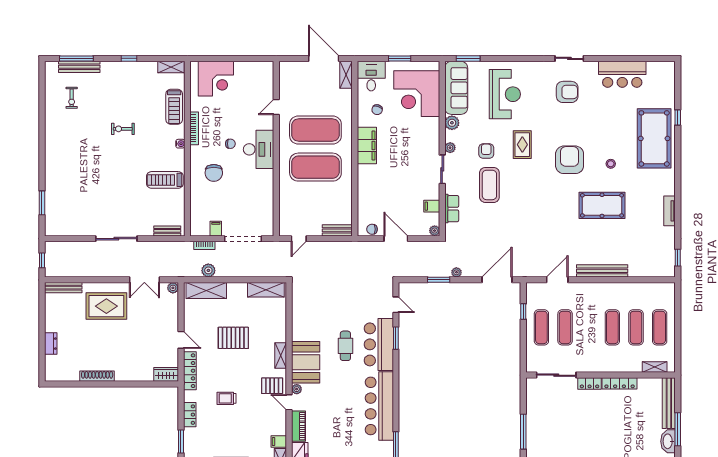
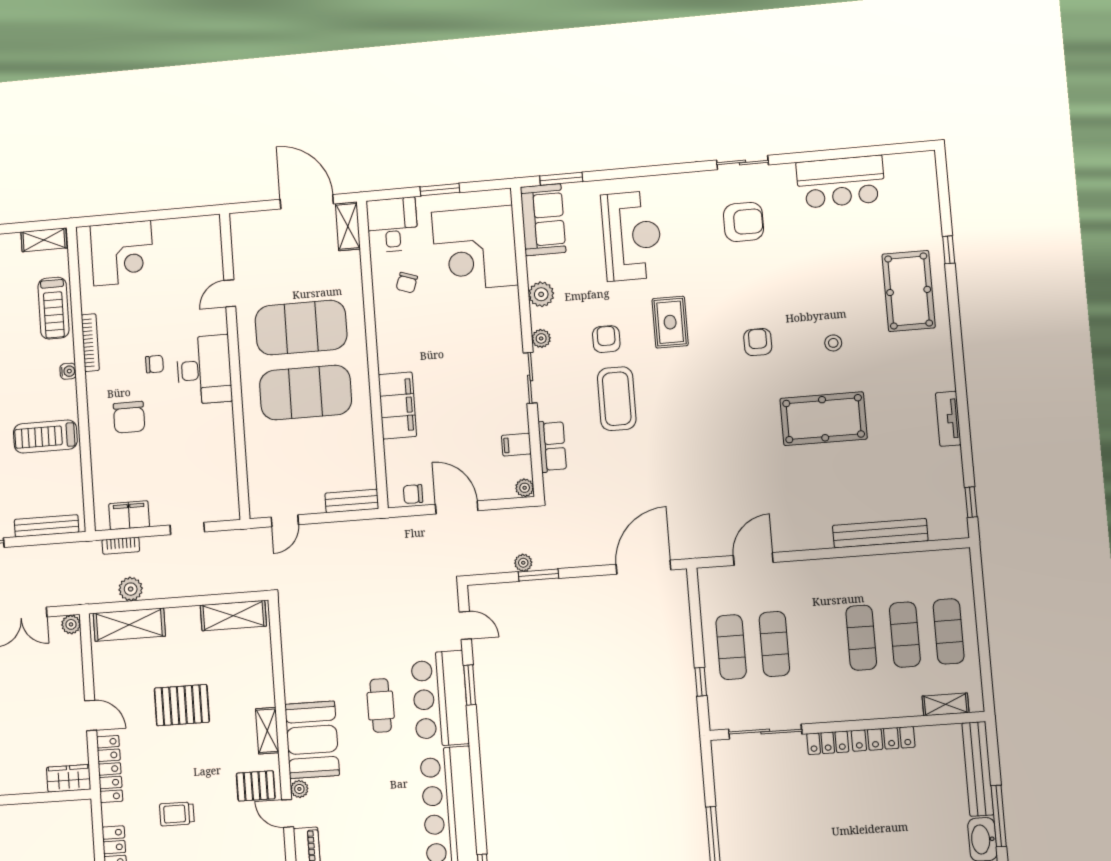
sofa: (456, 88) -> (543, 220), width x0.73
pool table: (654, 138) -> (909, 291), width x0.73, depth x0.76
filing cabinet: (367, 145) -> (397, 406), moved
armchair: (570, 160) -> (758, 342), width x0.53, depth x0.53
filing cabinet: (216, 229) -> (129, 515), width x2.00
bench: (167, 231) -> (47, 526), width x1.36
doorway: (243, 239) -> (187, 528), width x0.53
bench: (602, 271) -> (880, 533), moved
plant: (456, 272) -> (523, 563), moved
window: (523, 311) -> (701, 682), moved

